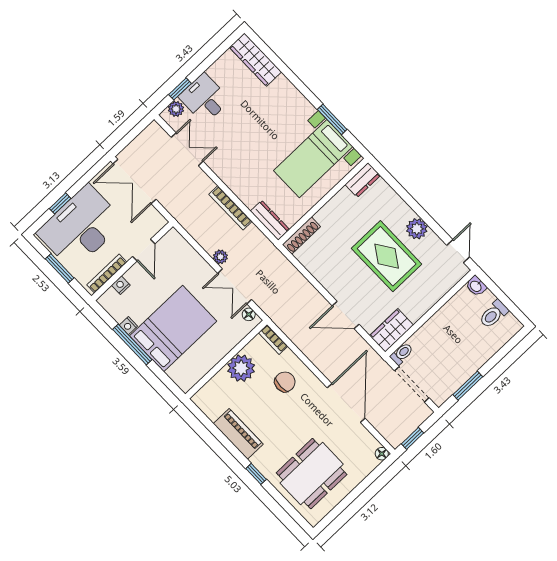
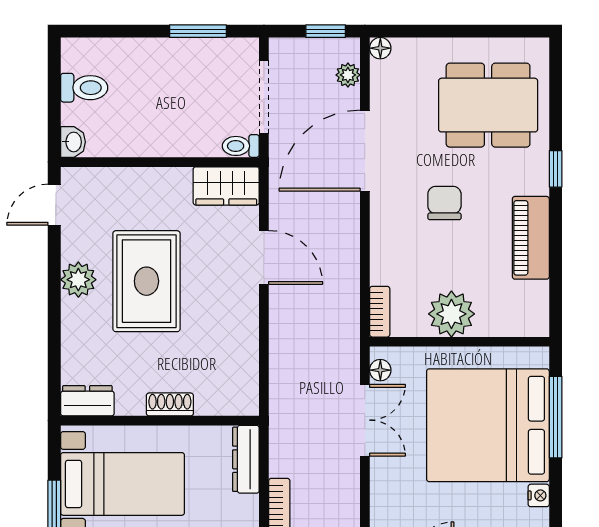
shoe rack: (301, 236) -> (170, 404), moved, width x0.70
plant: (220, 257) -> (348, 75), moved
bed: (173, 329) -> (488, 425), width x1.36
window: (132, 345) -> (556, 417), moved
chair: (285, 382) -> (444, 203), moved, turned 90

